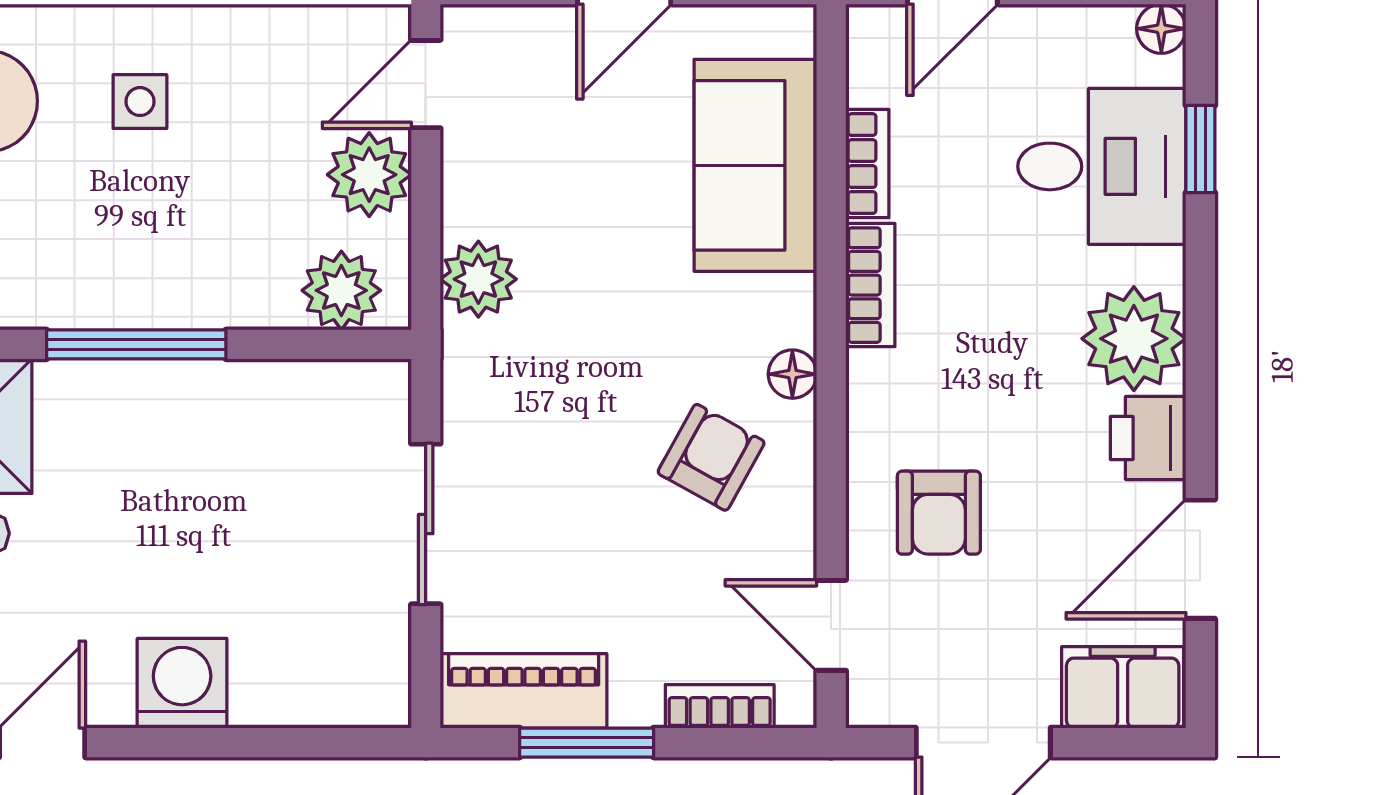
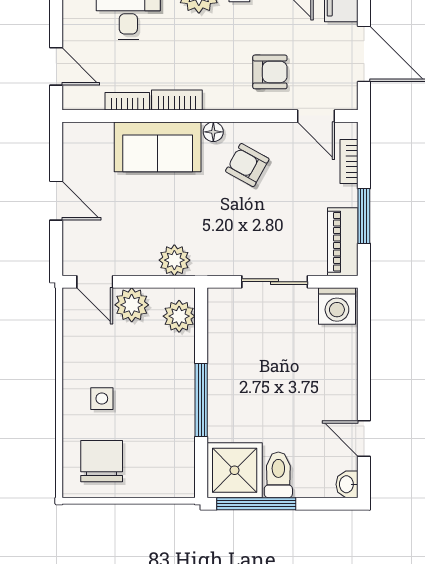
sofa: (755, 165) -> (158, 147), moved
door: (831, 625) -> (316, 116), hinge flipped
washing machine: (182, 683) -> (337, 306), moved, turned -90

